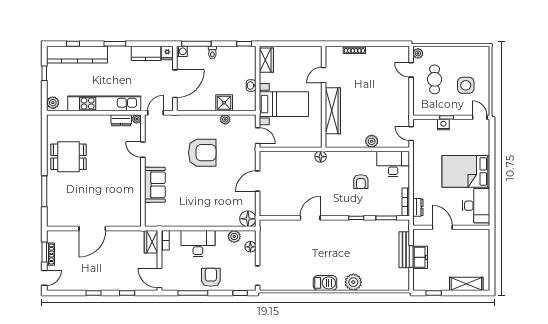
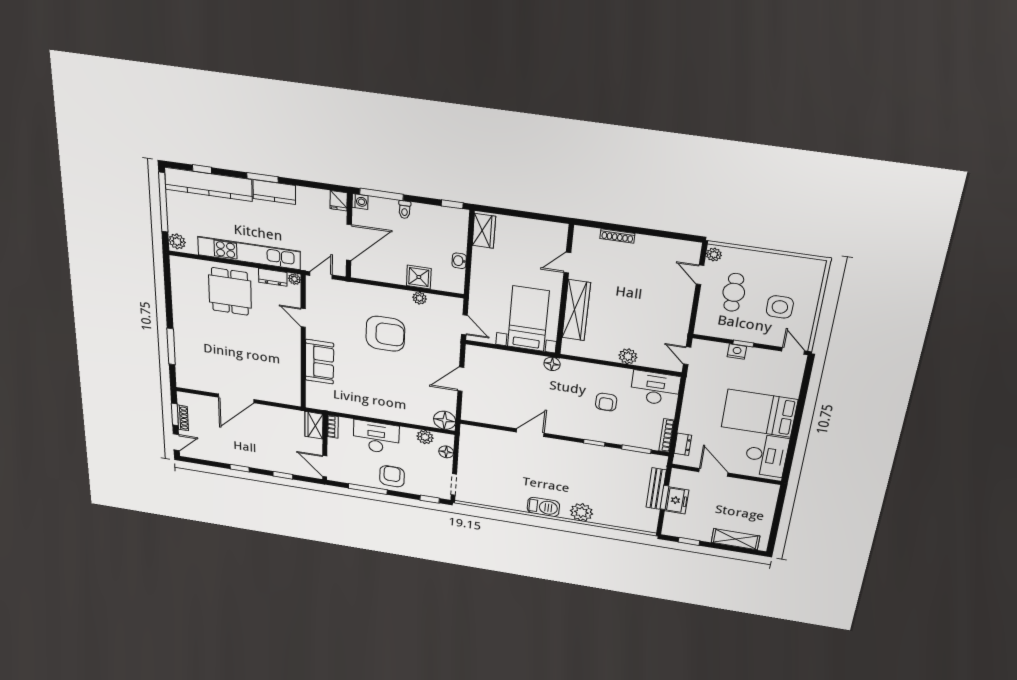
kitchen counter: (146, 53) -> (274, 192), moved
window: (44, 73) -> (163, 202), width x3.17
bed with nightstands: (284, 104) -> (528, 319), moved, turned -90
dining table: (68, 157) -> (230, 291), moved, turned 90

